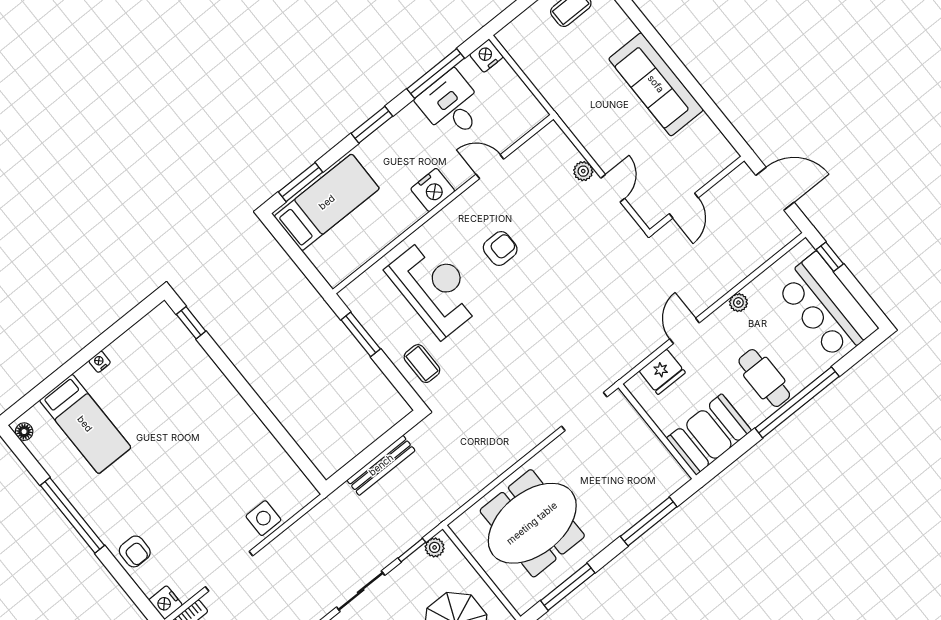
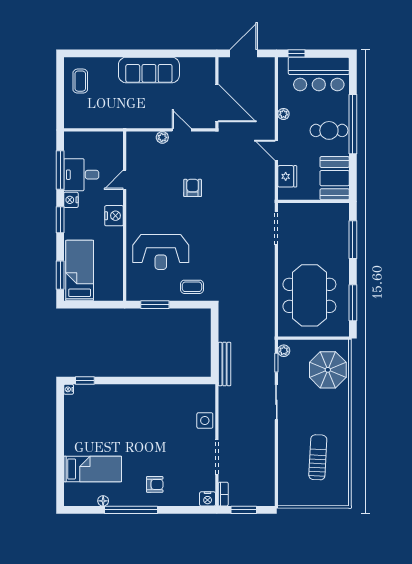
nightstand: (486, 56) -> (71, 200), moved
door: (684, 206) -> (217, 103), width x1.87
armchair: (500, 248) -> (193, 188), moved
reception desk: (434, 288) -> (161, 252), turned 180
nightstand: (100, 362) -> (69, 389), moved
floor lamp: (24, 432) -> (103, 501), moved
bench: (381, 465) -> (225, 364), moved
armchair: (135, 551) -> (155, 484), moved

